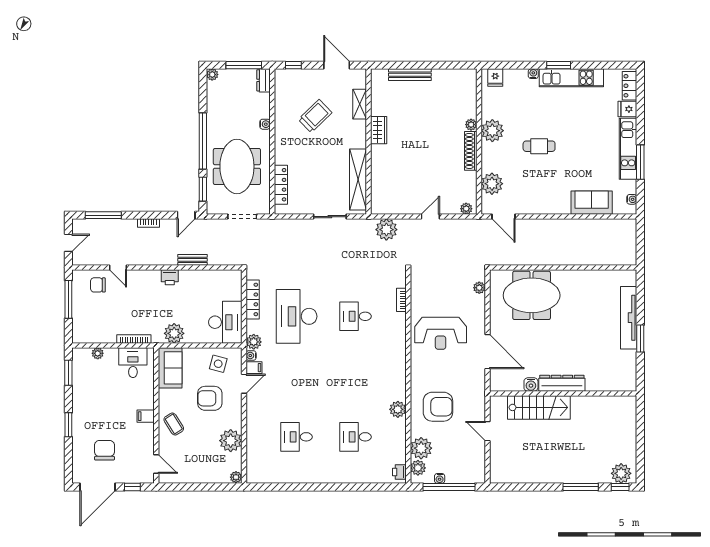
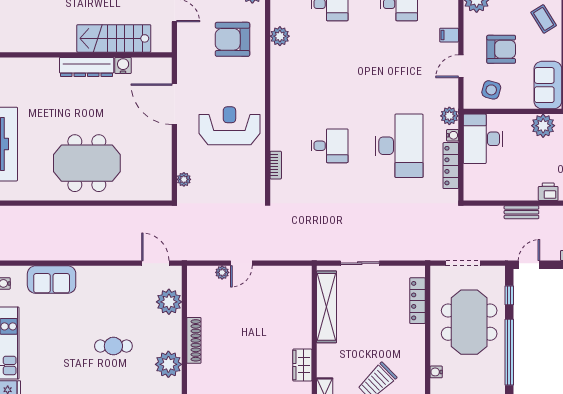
plant: (471, 125) -> (194, 371), removed
window: (203, 189) -> (509, 295), width x0.67
plant: (466, 209) -> (222, 272), moved
plant: (386, 230) -> (293, 248), removed
meeting table: (532, 295) -> (87, 163), moved
water cooler: (251, 356) -> (453, 135), moved
filing cabinet: (254, 368) -> (449, 35), moved

